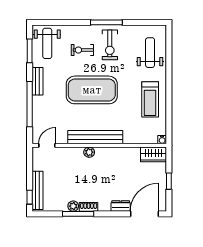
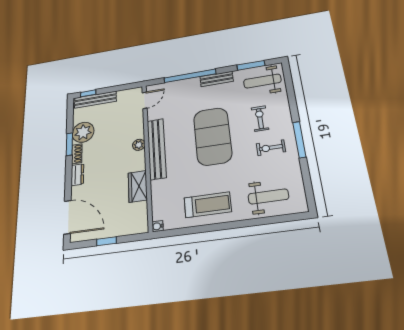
exercise bike: (110, 45) -> (271, 148), width x0.73, depth x0.72
treadmill: (150, 99) -> (208, 205), turned 180
door: (47, 145) -> (145, 100), hinge flipped
wardrobe: (153, 154) -> (138, 186), moved
plant: (73, 206) -> (83, 132), width x1.88, depth x1.88
dresser: (121, 206) -> (77, 175), moved
window: (78, 214) -> (69, 144), width x0.69

